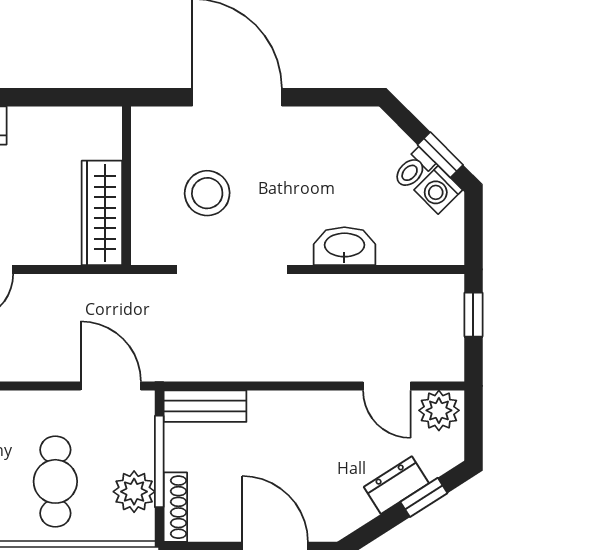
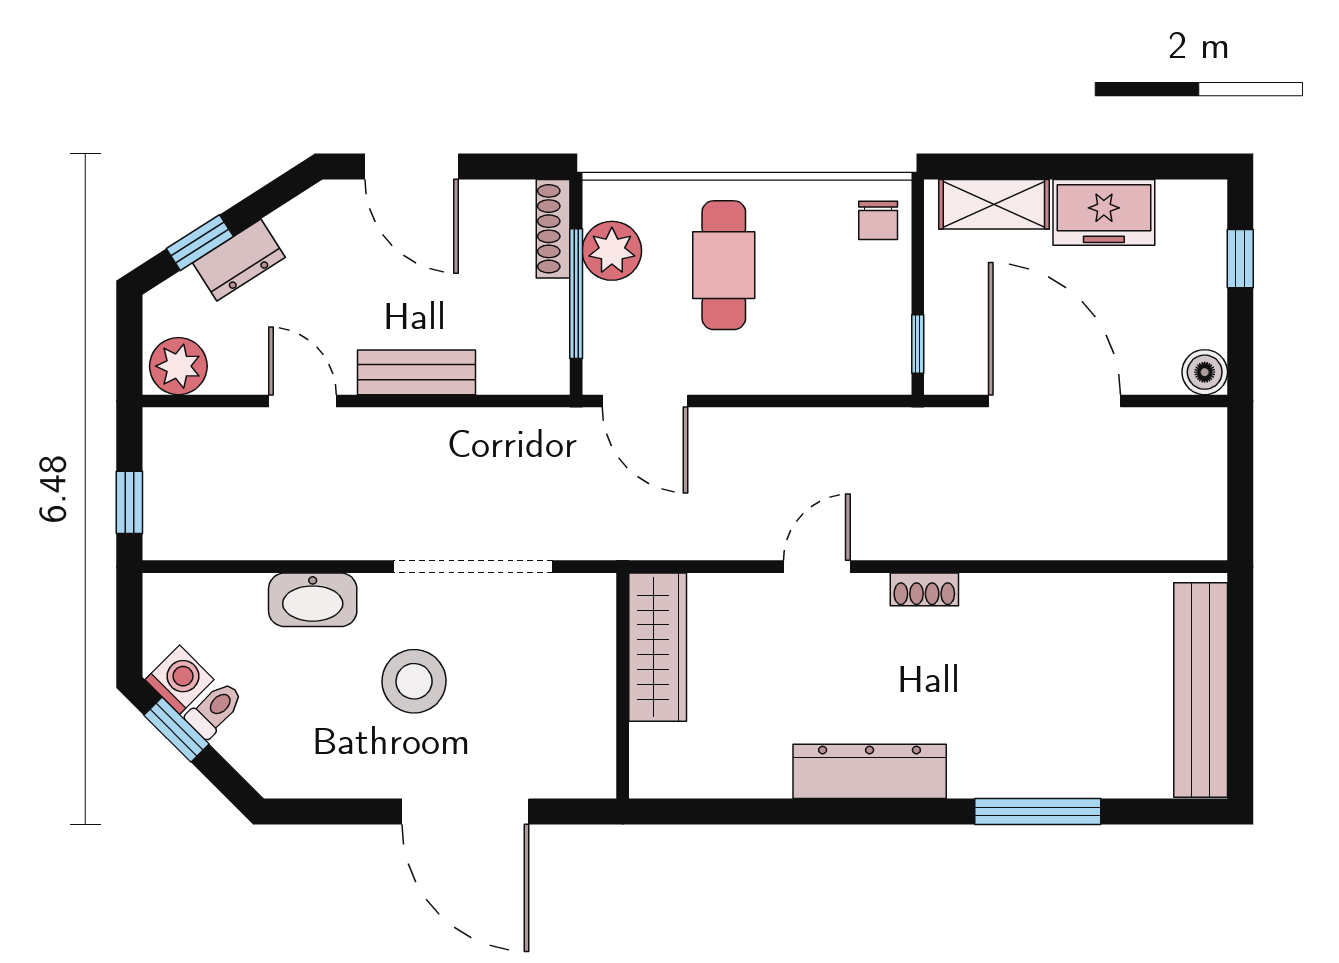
stool: (207, 193) -> (414, 681), moved
door: (387, 386) -> (302, 401), moved
bench: (205, 406) -> (417, 372), moved

